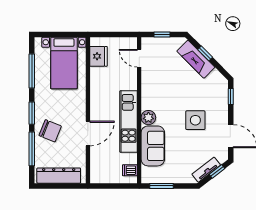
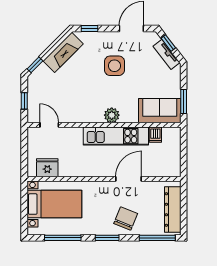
window: (205, 53) -> (35, 65), moved
door: (139, 58) -> (49, 125), swing flipped
fireplace: (196, 59) -> (63, 52), moved
door: (88, 133) -> (128, 179), hinge flipped
sofa: (153, 146) -> (160, 111), moved
window: (32, 149) -> (157, 238), moved
dishwasher: (130, 170) -> (155, 135), moved

